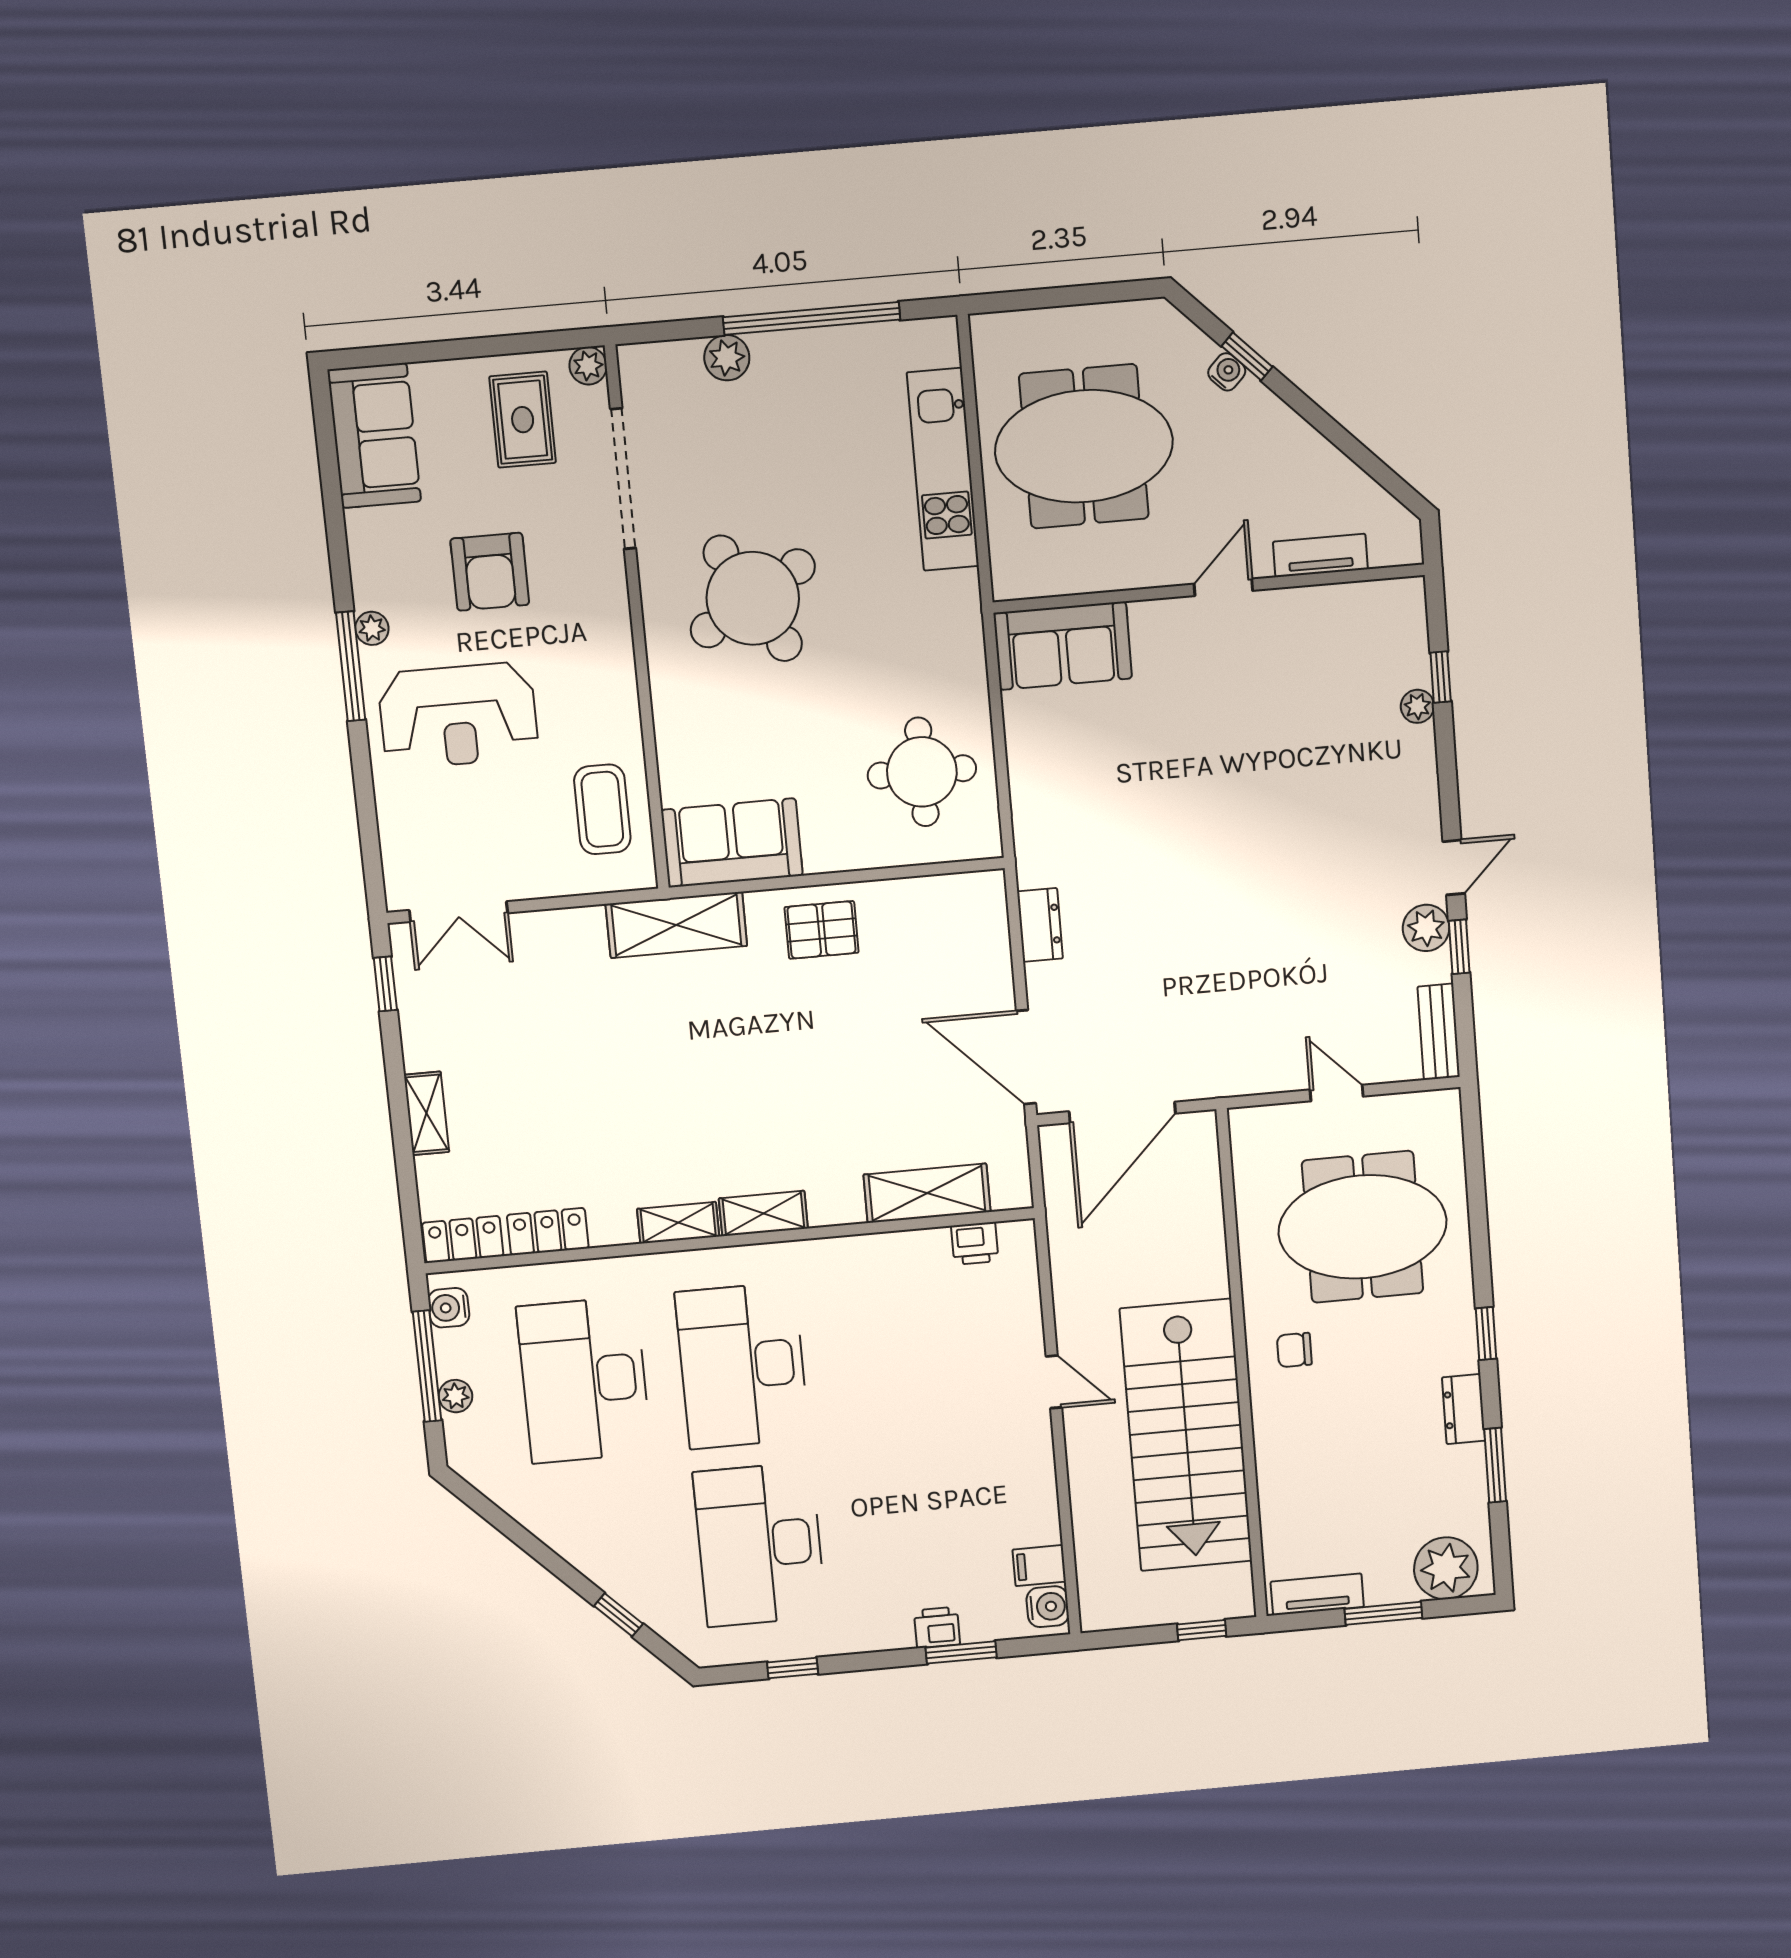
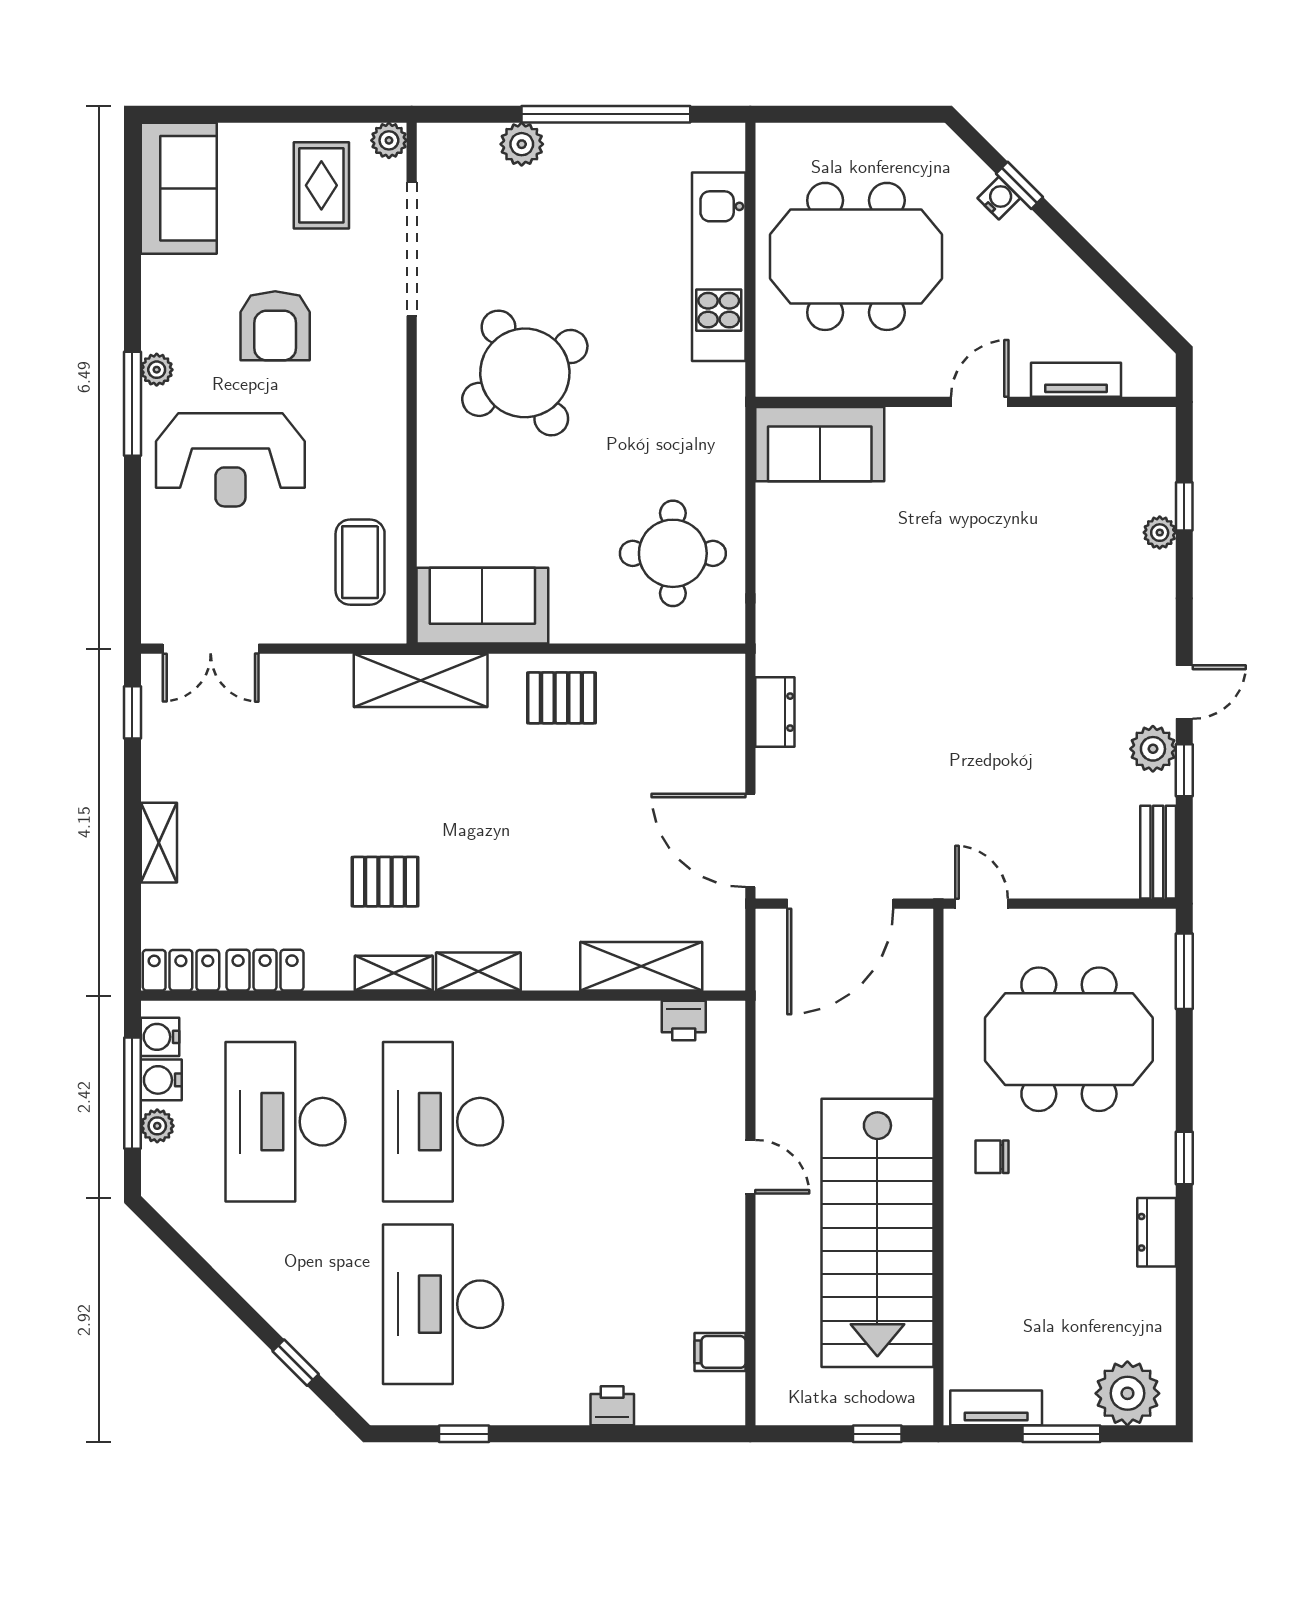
door: (1337, 1093) -> (982, 904), moved
pallet: (660, 1132) -> (385, 882), added
window: (1495, 1465) -> (1184, 971), moved
water cooler: (1048, 1607) -> (161, 1080), moved, turned 180
window: (961, 1652) -> (634, 1434), removed

